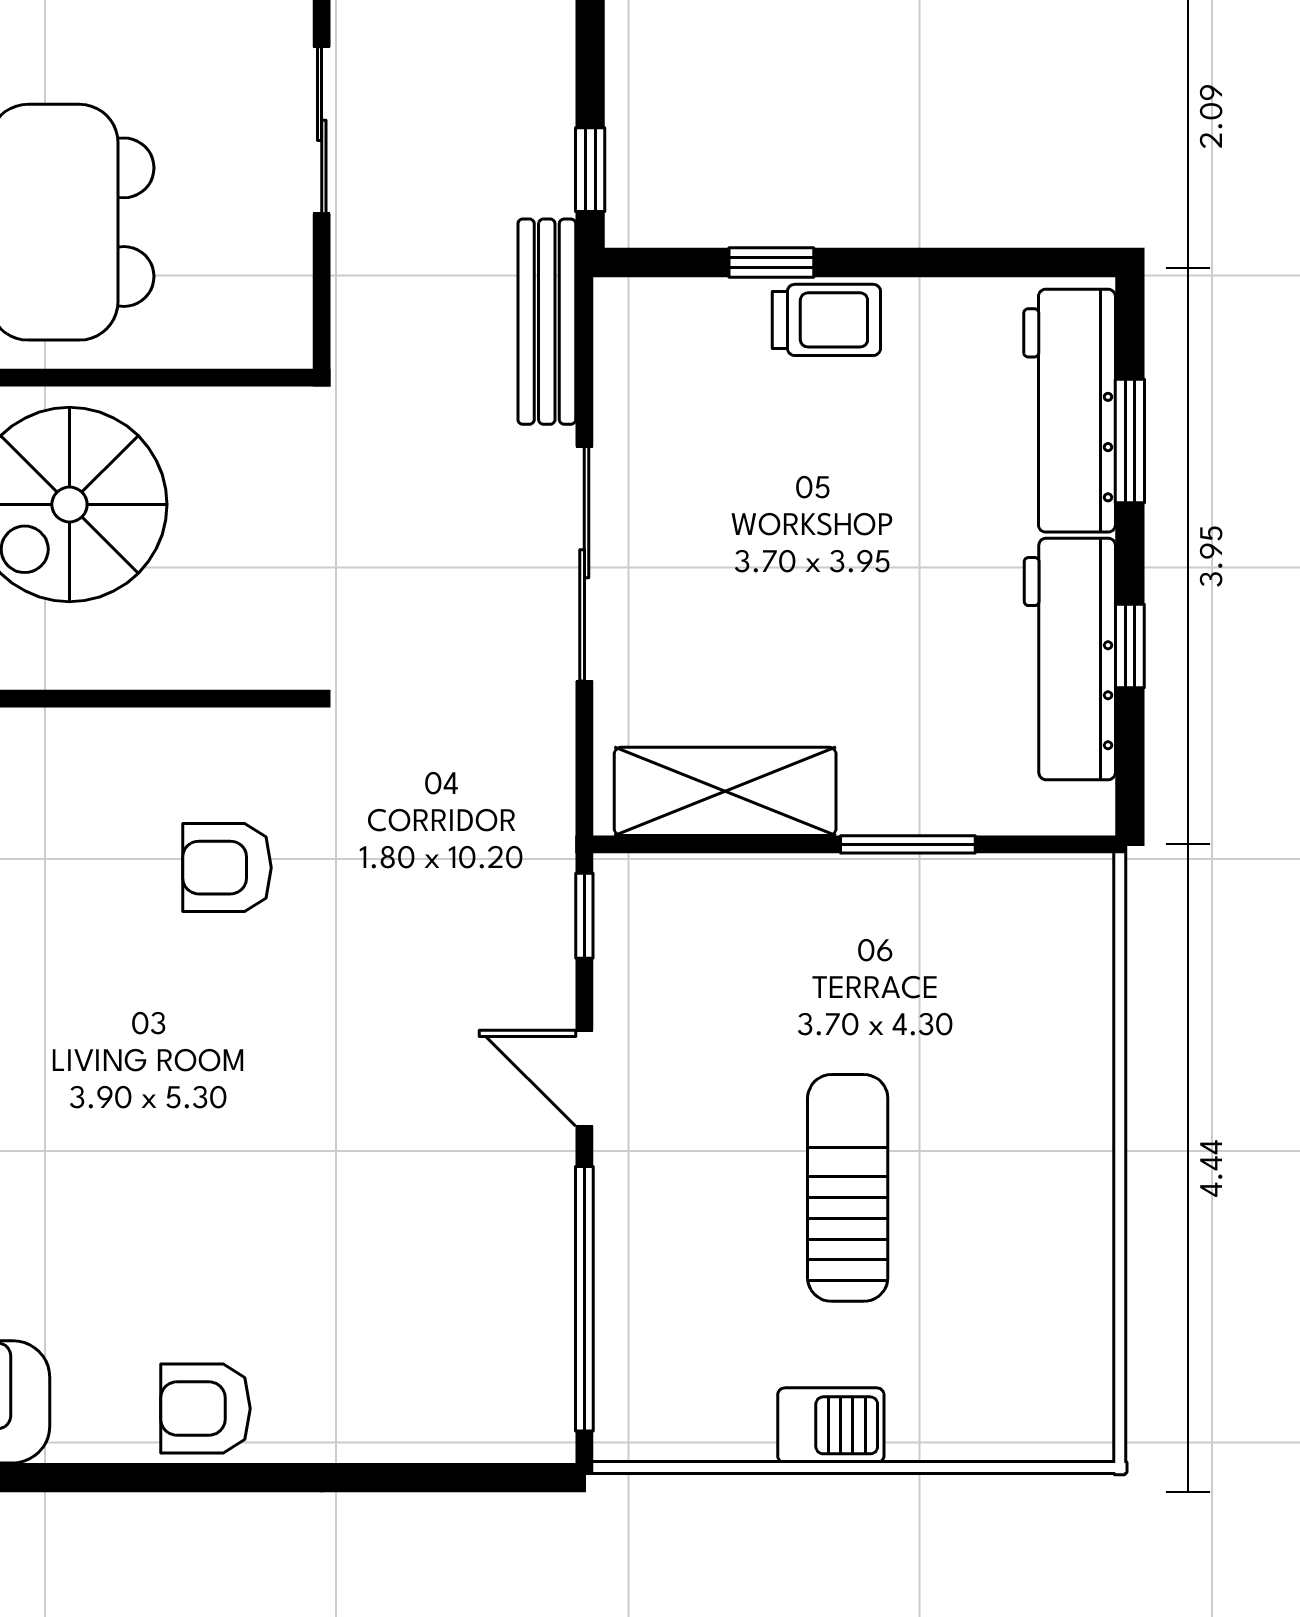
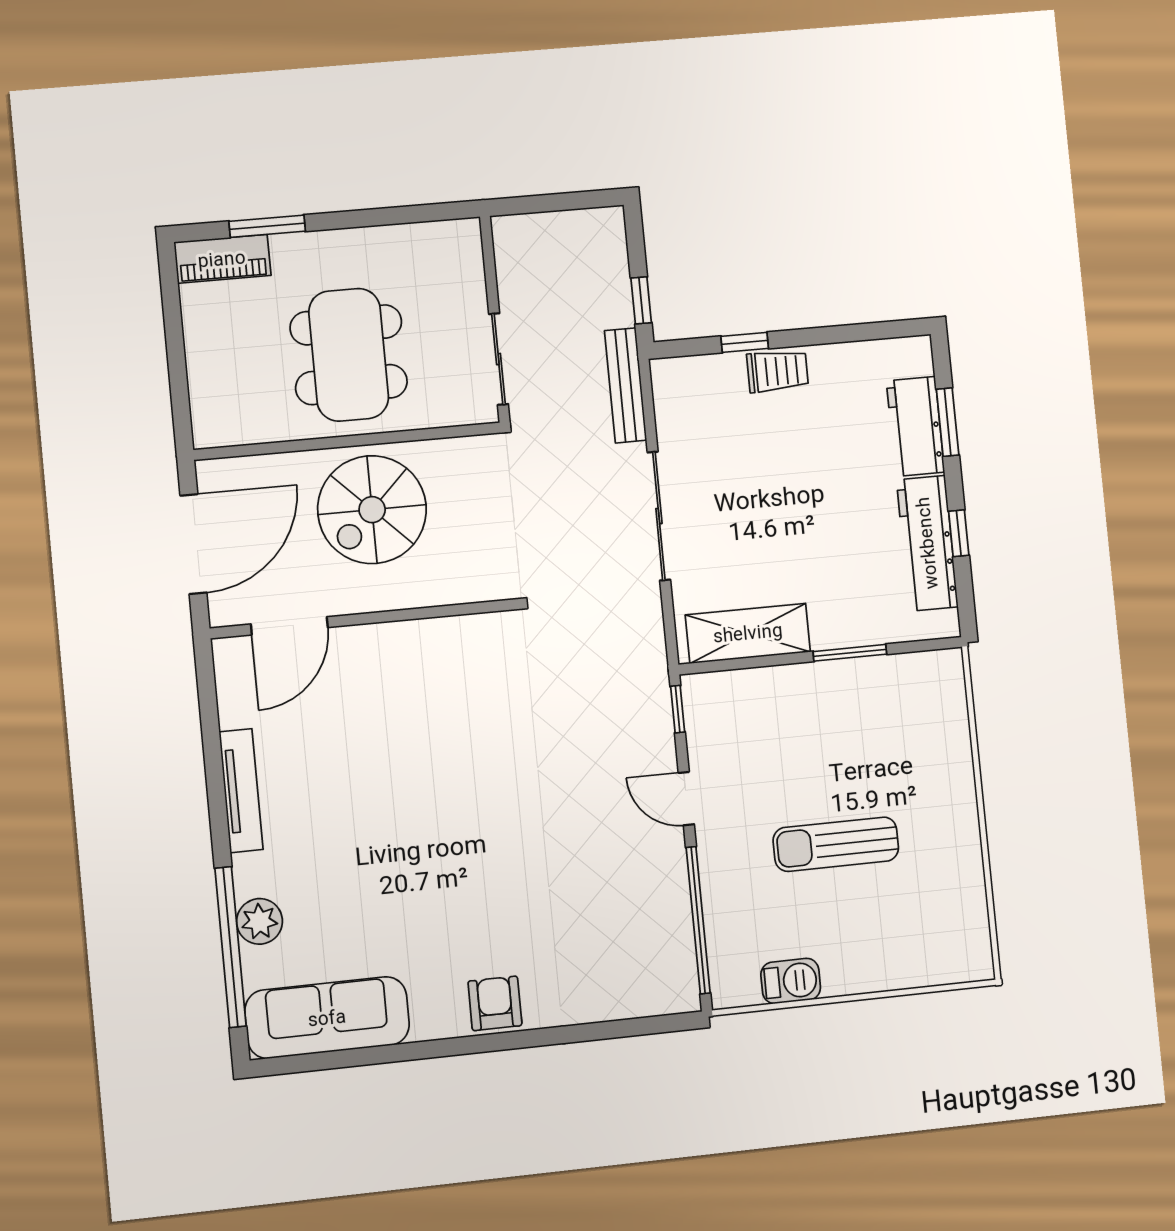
sliding door: (322, 130) -> (499, 359), moved
workbench: (1070, 411) -> (915, 426), width x0.73
armchair: (227, 868) -> (478, 702), removed
sun lounger: (848, 1188) -> (836, 844), turned -90
armchair: (205, 1409) -> (495, 1003), turned 90
barbecue: (831, 1425) -> (791, 981), moved

